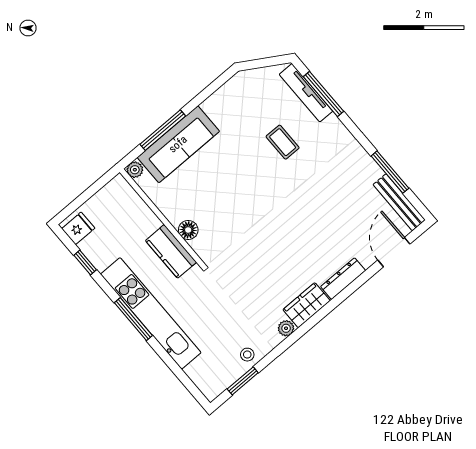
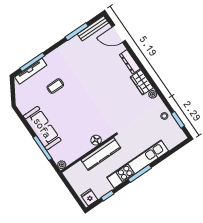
sofa: (178, 144) -> (42, 128), moved
kitchen counter: (171, 251) -> (101, 154), width x1.50

